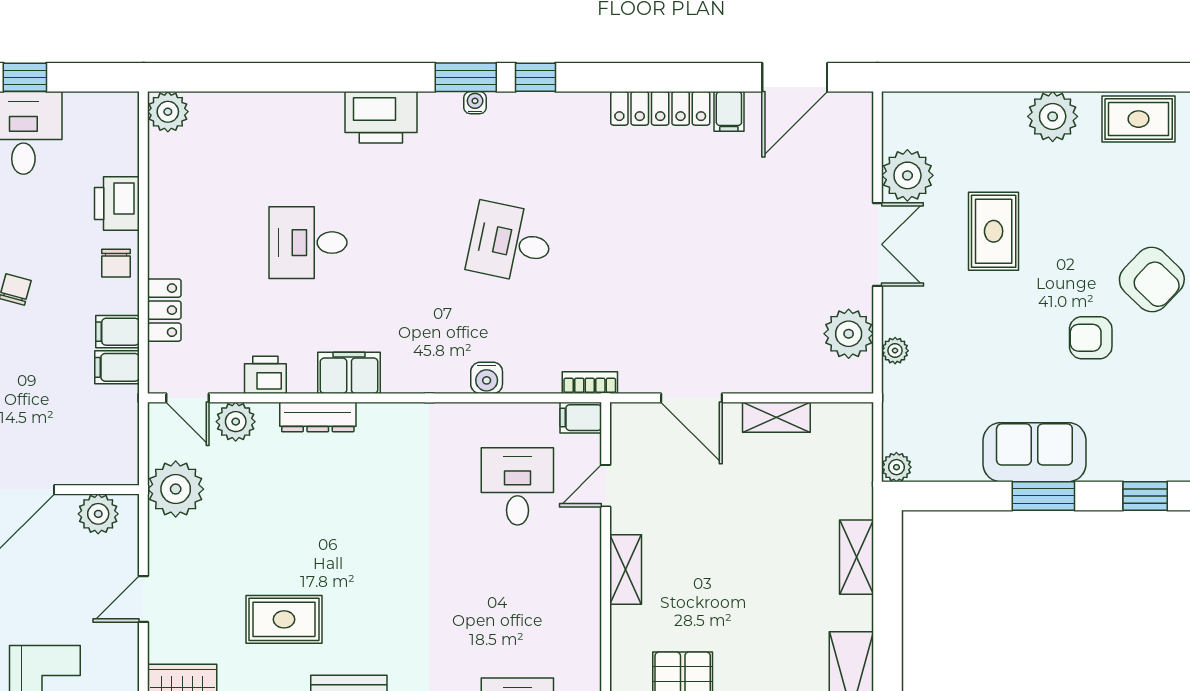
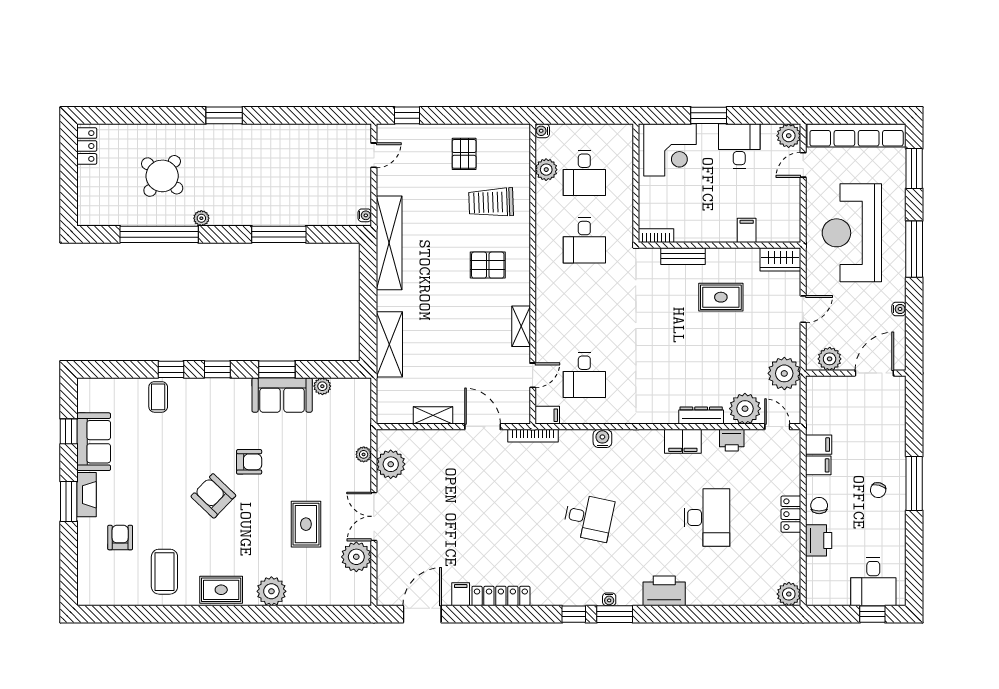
desk: (308, 243) -> (707, 518), width x1.37
locker: (164, 310) -> (791, 514), moved
bookcase: (590, 383) -> (533, 436), width x1.56
plant: (236, 422) -> (745, 409), width x1.36, depth x1.36
plant: (896, 467) -> (322, 386), moved
shelving: (856, 557) -> (389, 344), width x1.50, depth x1.33

